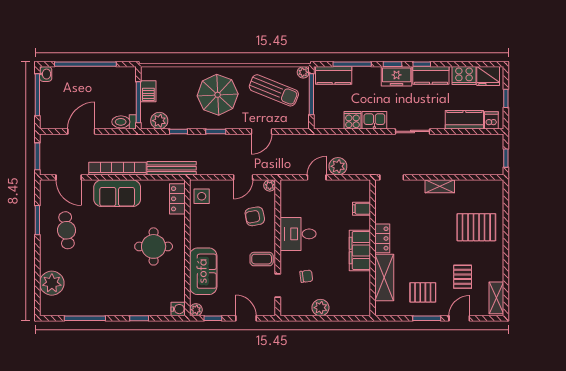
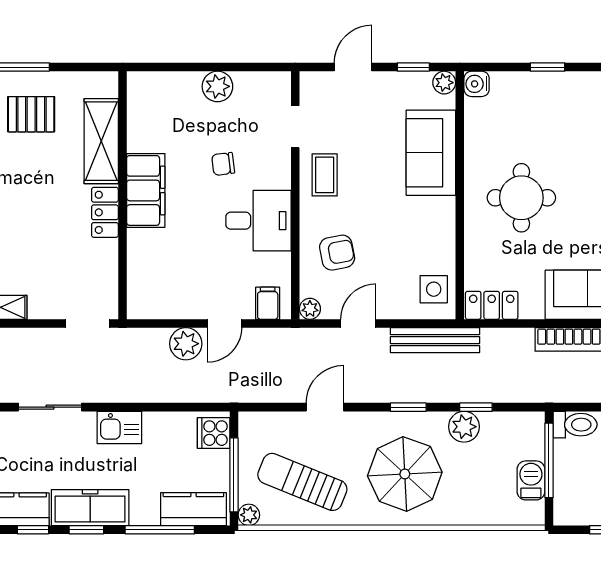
freezer: (397, 76) -> (90, 508), width x1.40
cooker: (352, 120) -> (214, 433), moved, turned 90
plant: (159, 121) -> (464, 427), moved
bench: (172, 168) -> (435, 340), moved
locker: (177, 199) -> (492, 305), moved, turned -90
filing cabinet: (362, 209) -> (268, 303), moved, turned -90
coffee table: (262, 259) -> (325, 175), turned 90
chair: (306, 276) -> (223, 164), moved
door: (246, 318) -> (353, 67), swing flipped

